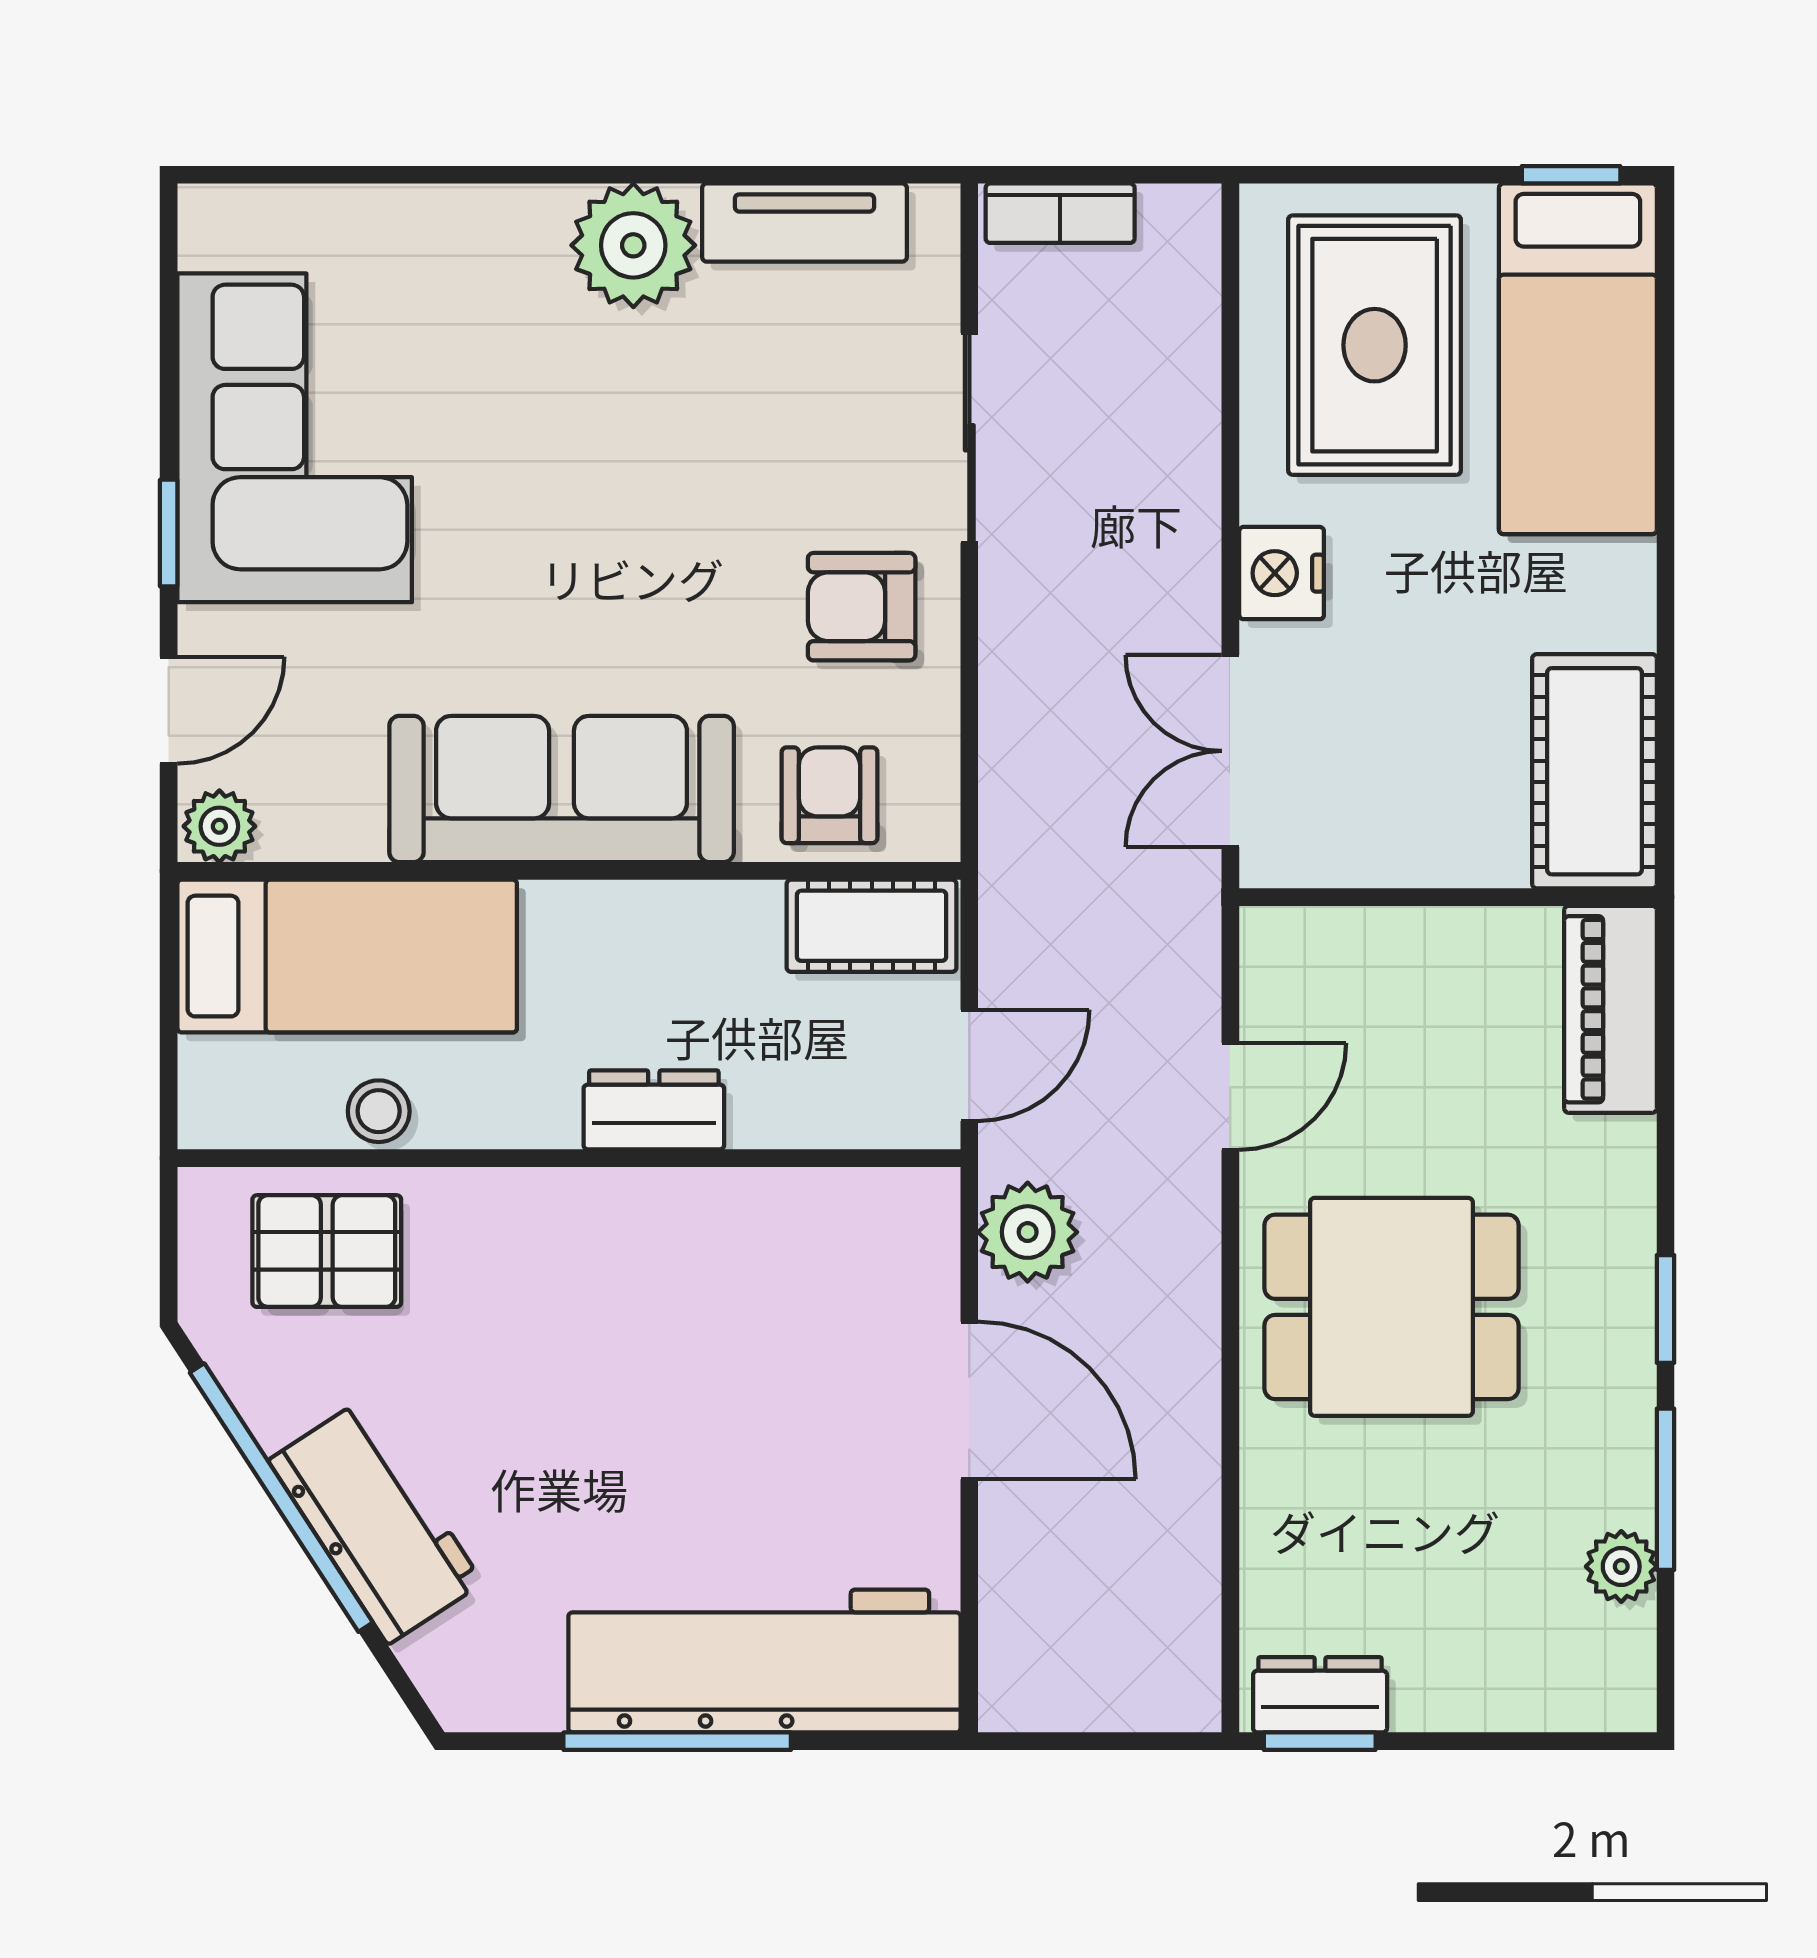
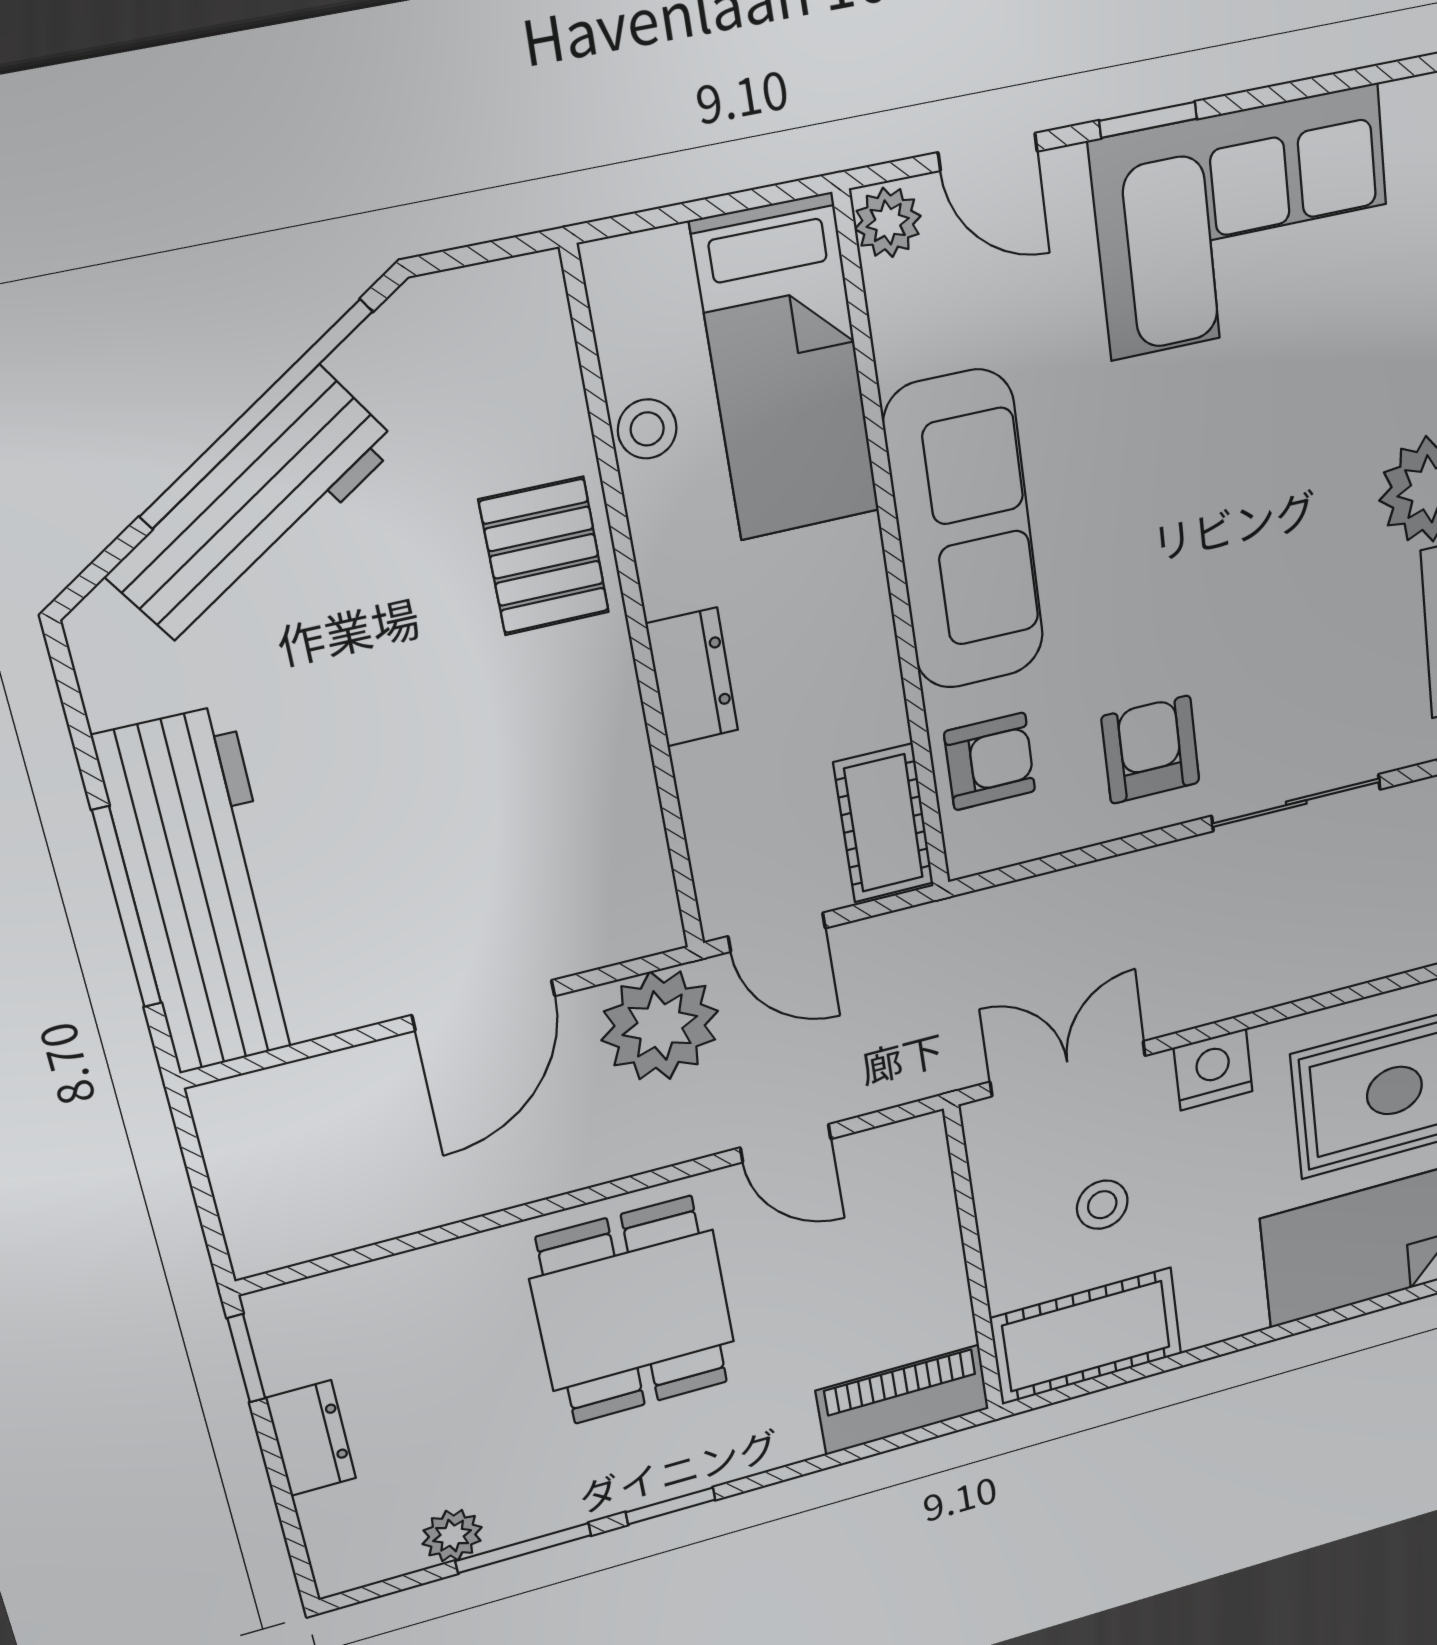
stool: (1421, 730) -> (1102, 1205), added
plant: (1028, 1232) -> (660, 1026), width x1.36, depth x1.36
pallet: (327, 1251) -> (544, 556), moved
workbench: (375, 1522) -> (253, 510), width x1.38
dresser: (1320, 1695) -> (311, 1438), moved
window: (677, 1741) -> (127, 908), moved

